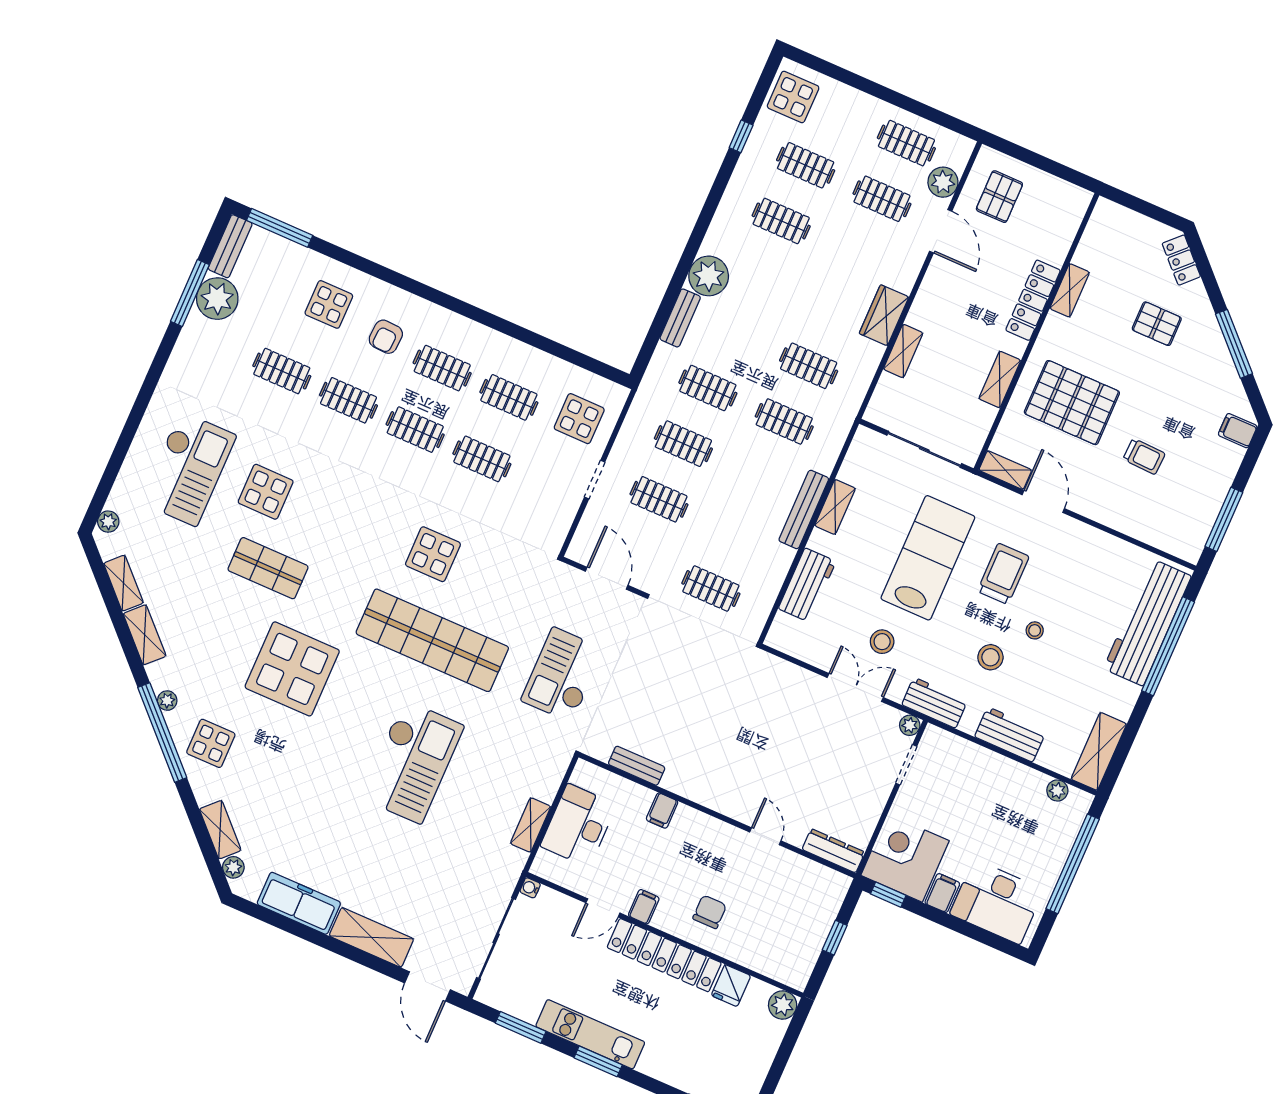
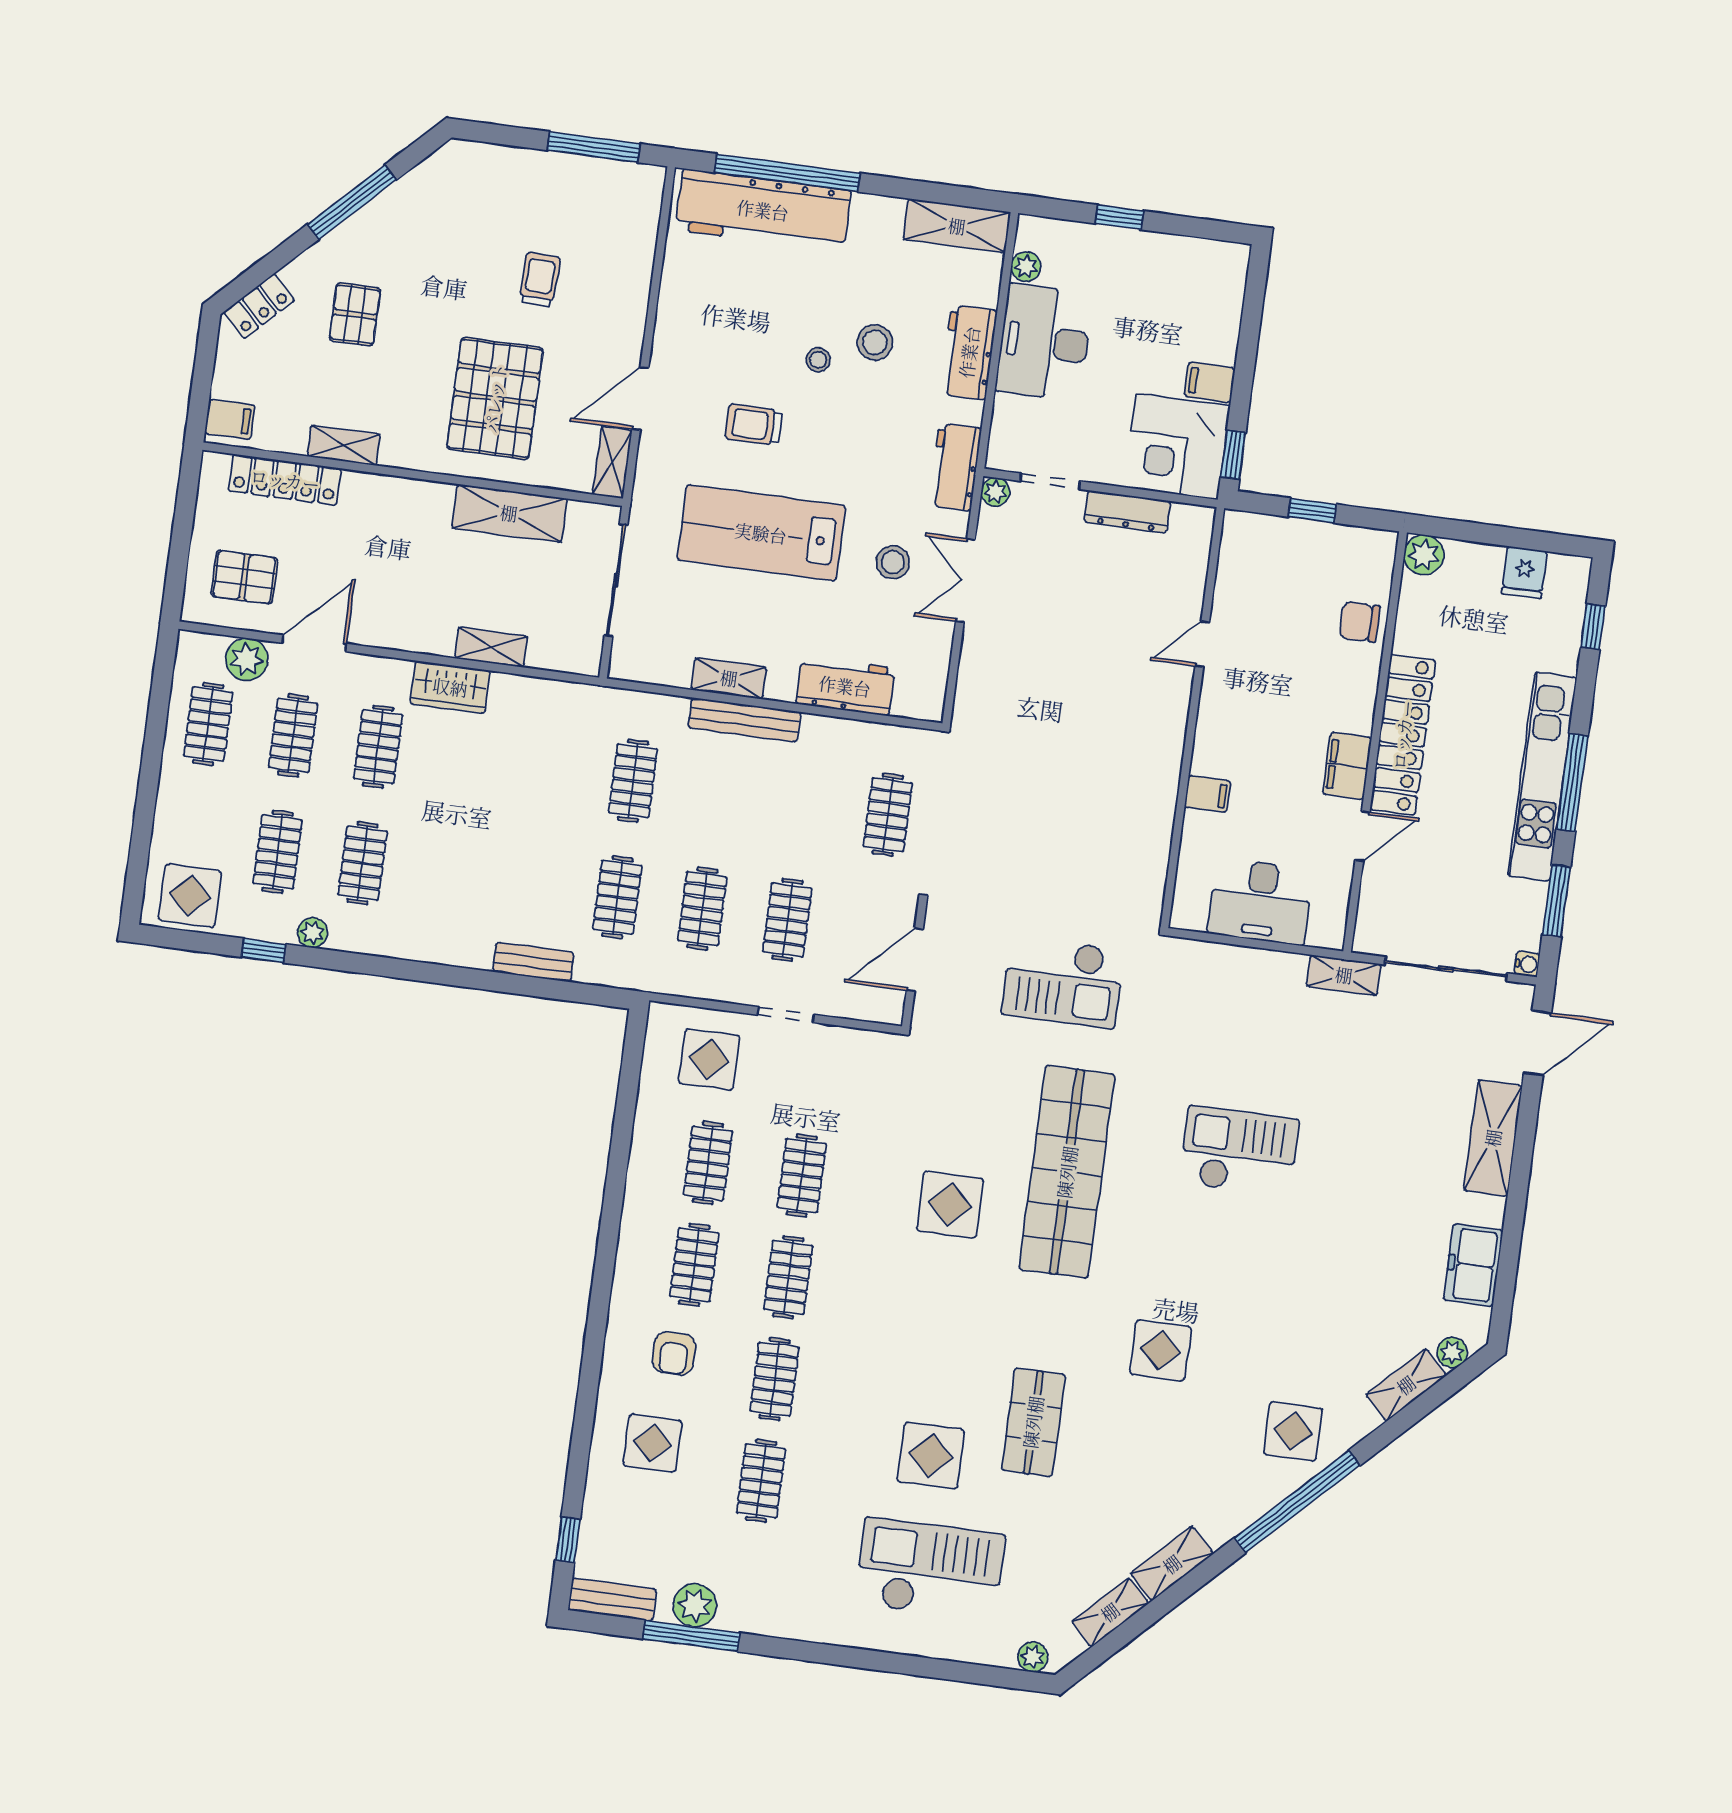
window: (280, 228) -> (568, 1540), width x0.46
plant: (709, 276) -> (313, 933), moved, width x0.53, depth x0.53
plant: (217, 299) -> (695, 1605), width x0.73, depth x0.73
locker: (1033, 300) -> (285, 480), moved
armchair: (386, 337) -> (674, 1353), turned 87
clothes rail: (809, 366) -> (378, 747), moved
shelving: (1000, 379) -> (509, 513), width x1.50, depth x1.33
filing cabinet: (1238, 431) -> (230, 419), moved, turned -90
trolley: (1003, 574) -> (754, 425), width x0.73, depth x0.72
stool: (990, 657) -> (875, 342), moved
display table: (292, 669) -> (1160, 1350), width x0.54, depth x0.54
plant: (167, 701) -> (1252, 1507), removed
checkout: (412, 762) -> (1239, 1151), width x0.73, depth x0.83
bench: (637, 766) -> (1157, 846), removed
shelving: (531, 825) -> (1344, 975), moved
dresser: (833, 851) -> (1127, 512), moved, turned -90
window: (1073, 864) -> (1119, 217), width x0.32
water cooler: (530, 888) -> (1527, 964), moved, turned -90
desk: (997, 902) -> (1044, 342), moved, turned 180
freezer: (299, 903) -> (1473, 1265), width x0.71
filing cabinet: (644, 907) -> (1347, 766), width x2.00
door: (603, 908) -> (1362, 836), hinge flipped
chair: (710, 912) -> (1359, 622), moved
fridge: (731, 986) -> (1524, 572), moved, turned 90
kitchen unit: (590, 1034) -> (1542, 777), width x1.36
window: (598, 1061) -> (1572, 783), width x1.44

